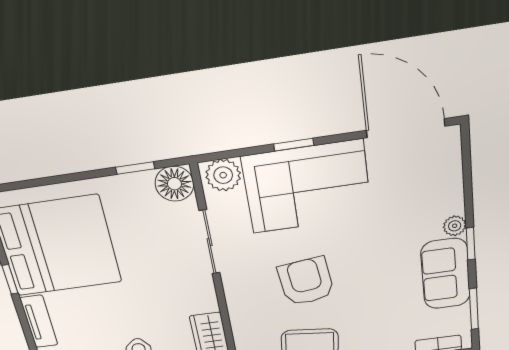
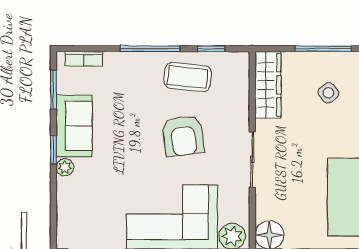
sliding door: (210, 242) -> (252, 160), moved

